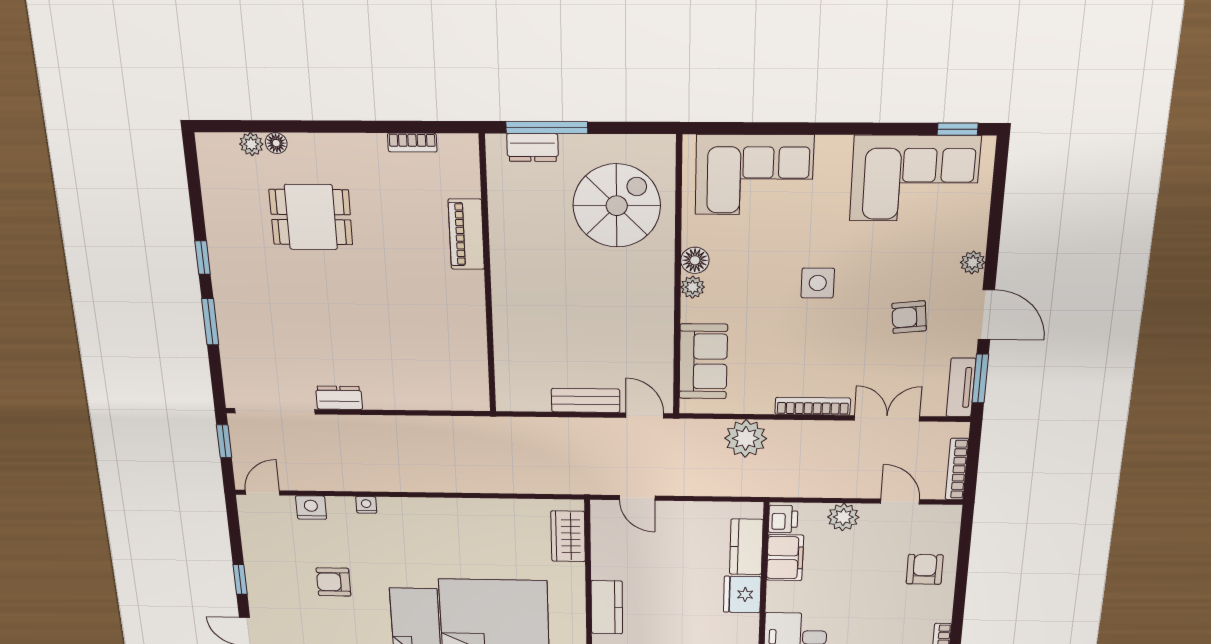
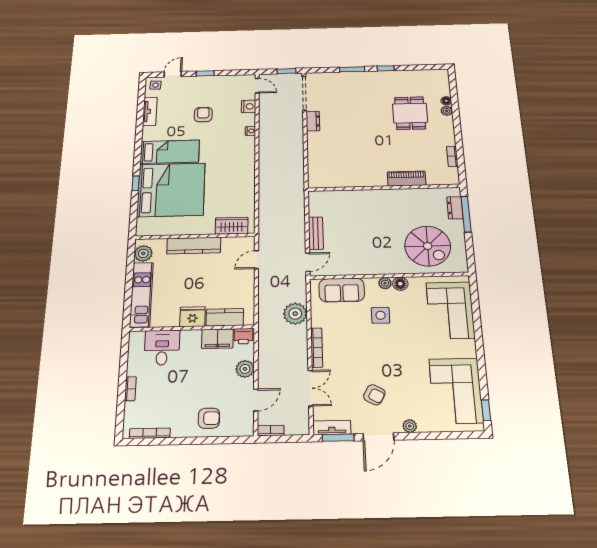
plant: (251, 144) -> (447, 111), moved
side table: (818, 283) -> (381, 315), moved
armchair: (909, 317) -> (374, 395), turned 125
bookcase: (957, 469) -> (271, 431), width x0.64
kitchen counter: (607, 607) -> (194, 246), width x1.50

